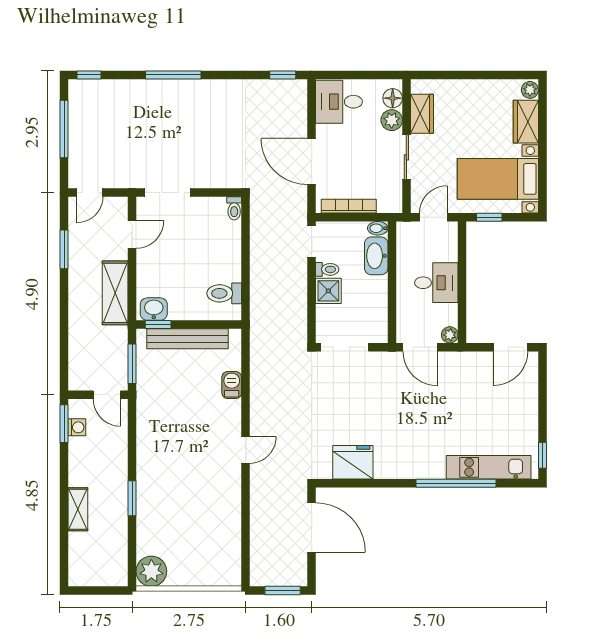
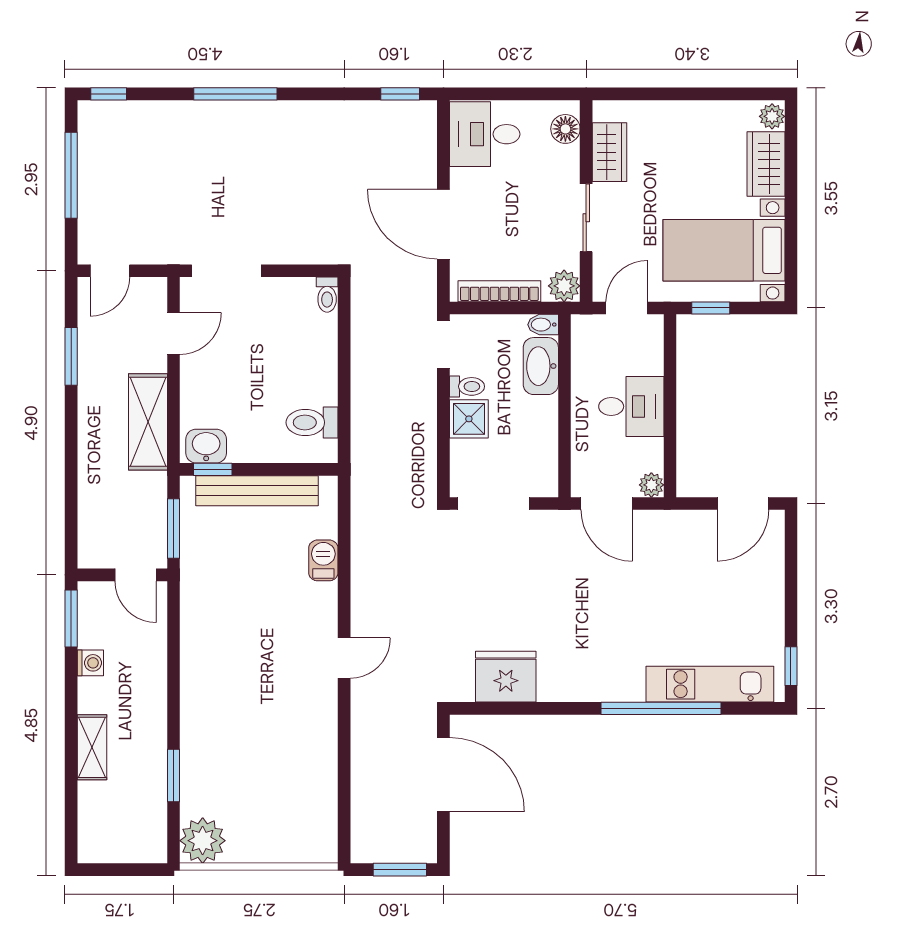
plant: (392, 120) -> (564, 286), moved
washing machine: (77, 427) -> (90, 663), moved
window: (132, 498) -> (173, 776), moved

